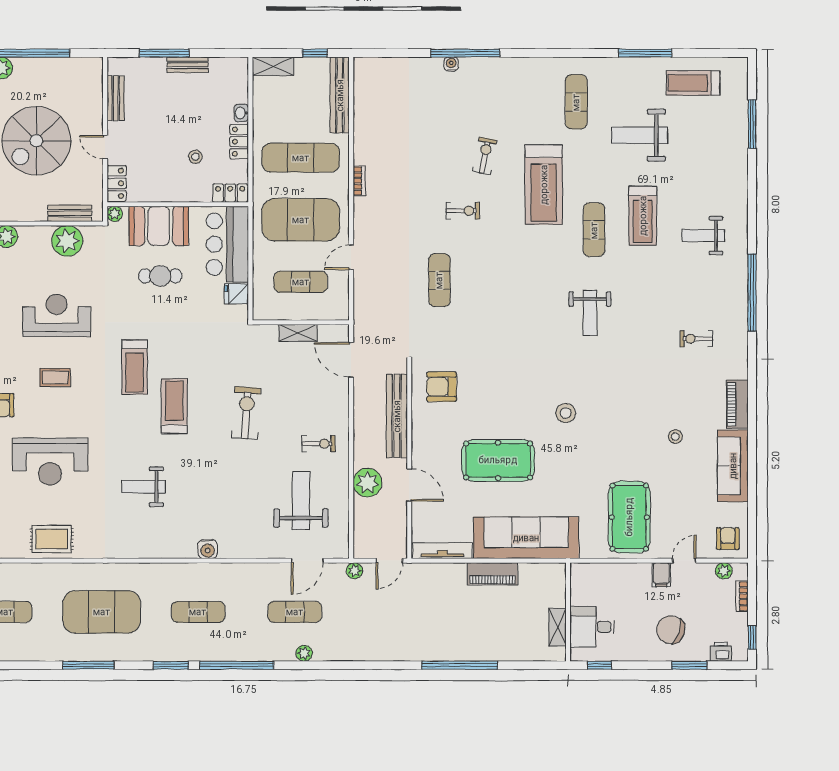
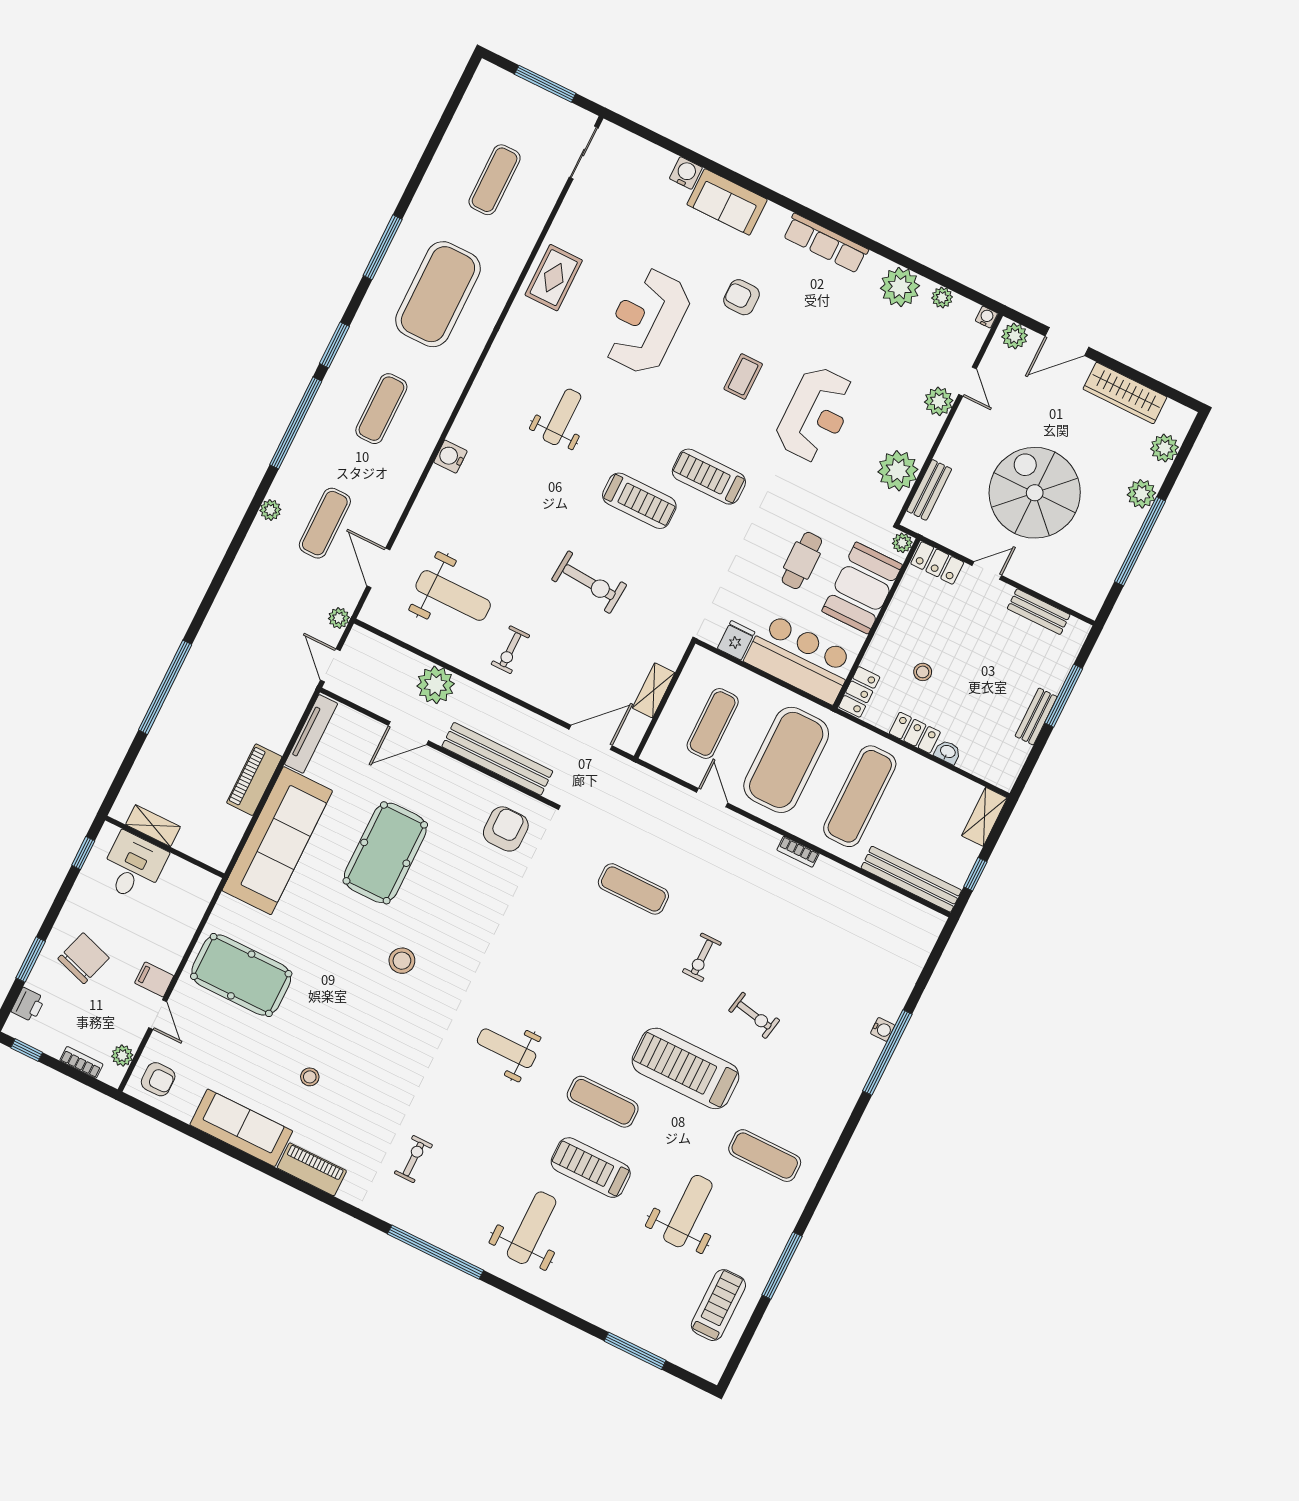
weight bench: (703, 236) -> (532, 1228), width x1.36, depth x1.33

